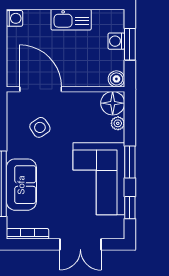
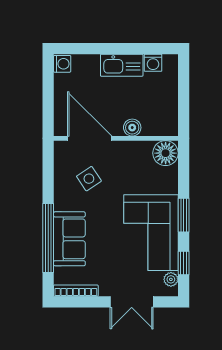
washing machine: (116, 41) -> (153, 63), moved, turned -90
window: (130, 44) -> (184, 91), removed
boiler: (116, 79) -> (132, 128), moved
plant: (118, 123) -> (171, 279), moved

